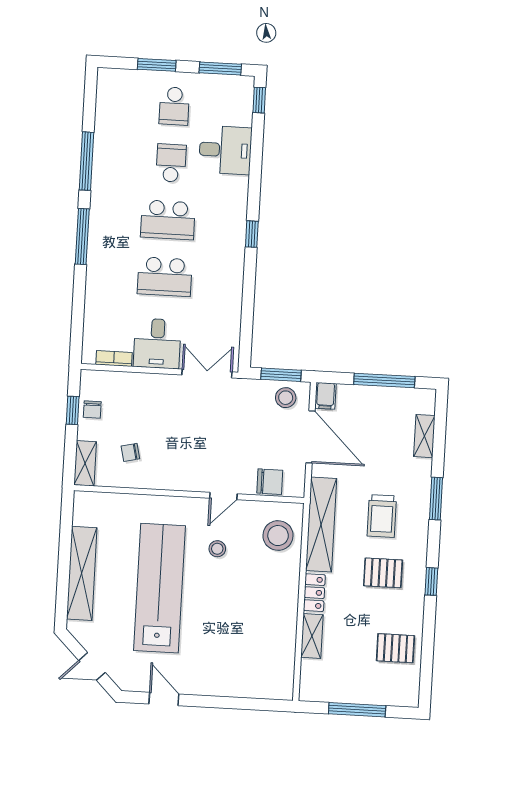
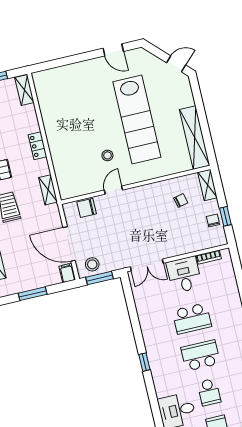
school desk: (165, 277) -> (192, 319), turned 180
window: (384, 381) -> (33, 294), width x0.69
shelving: (321, 525) -> (48, 190), width x0.45, depth x0.75
stool: (278, 536) -> (71, 175), removed
shelving: (82, 573) -> (195, 138), moved
shelving: (312, 636) -> (24, 90), moved
door: (92, 666) -> (176, 64), moved

